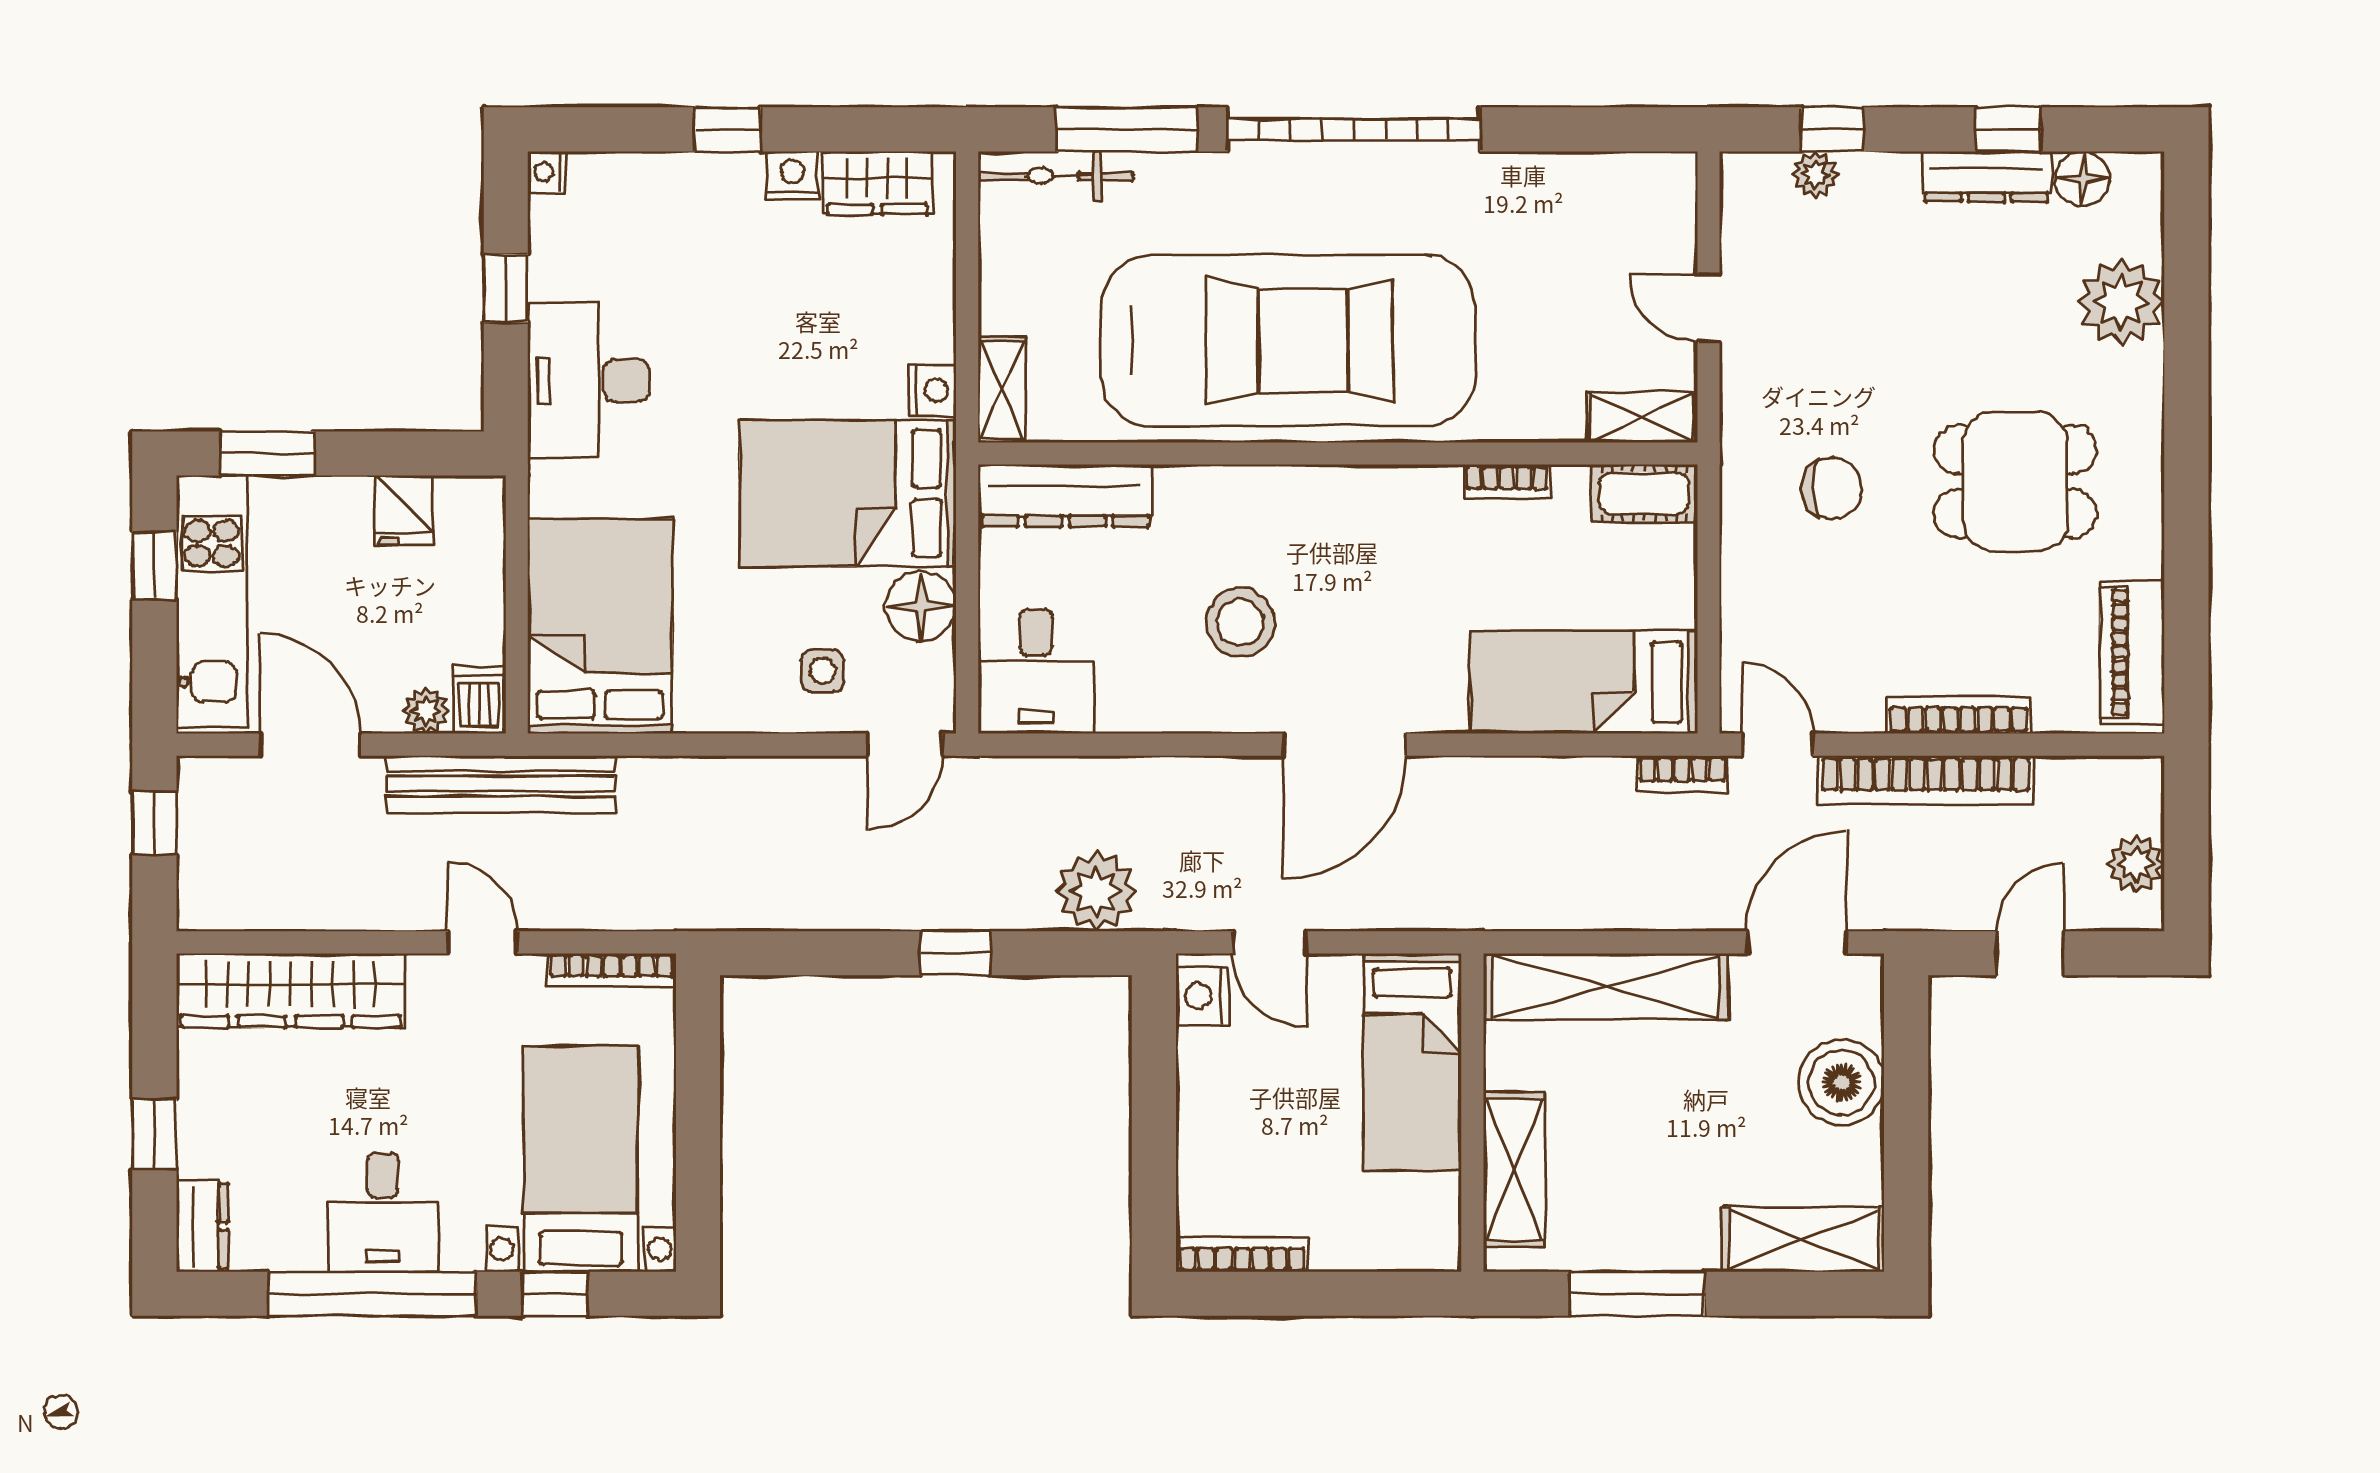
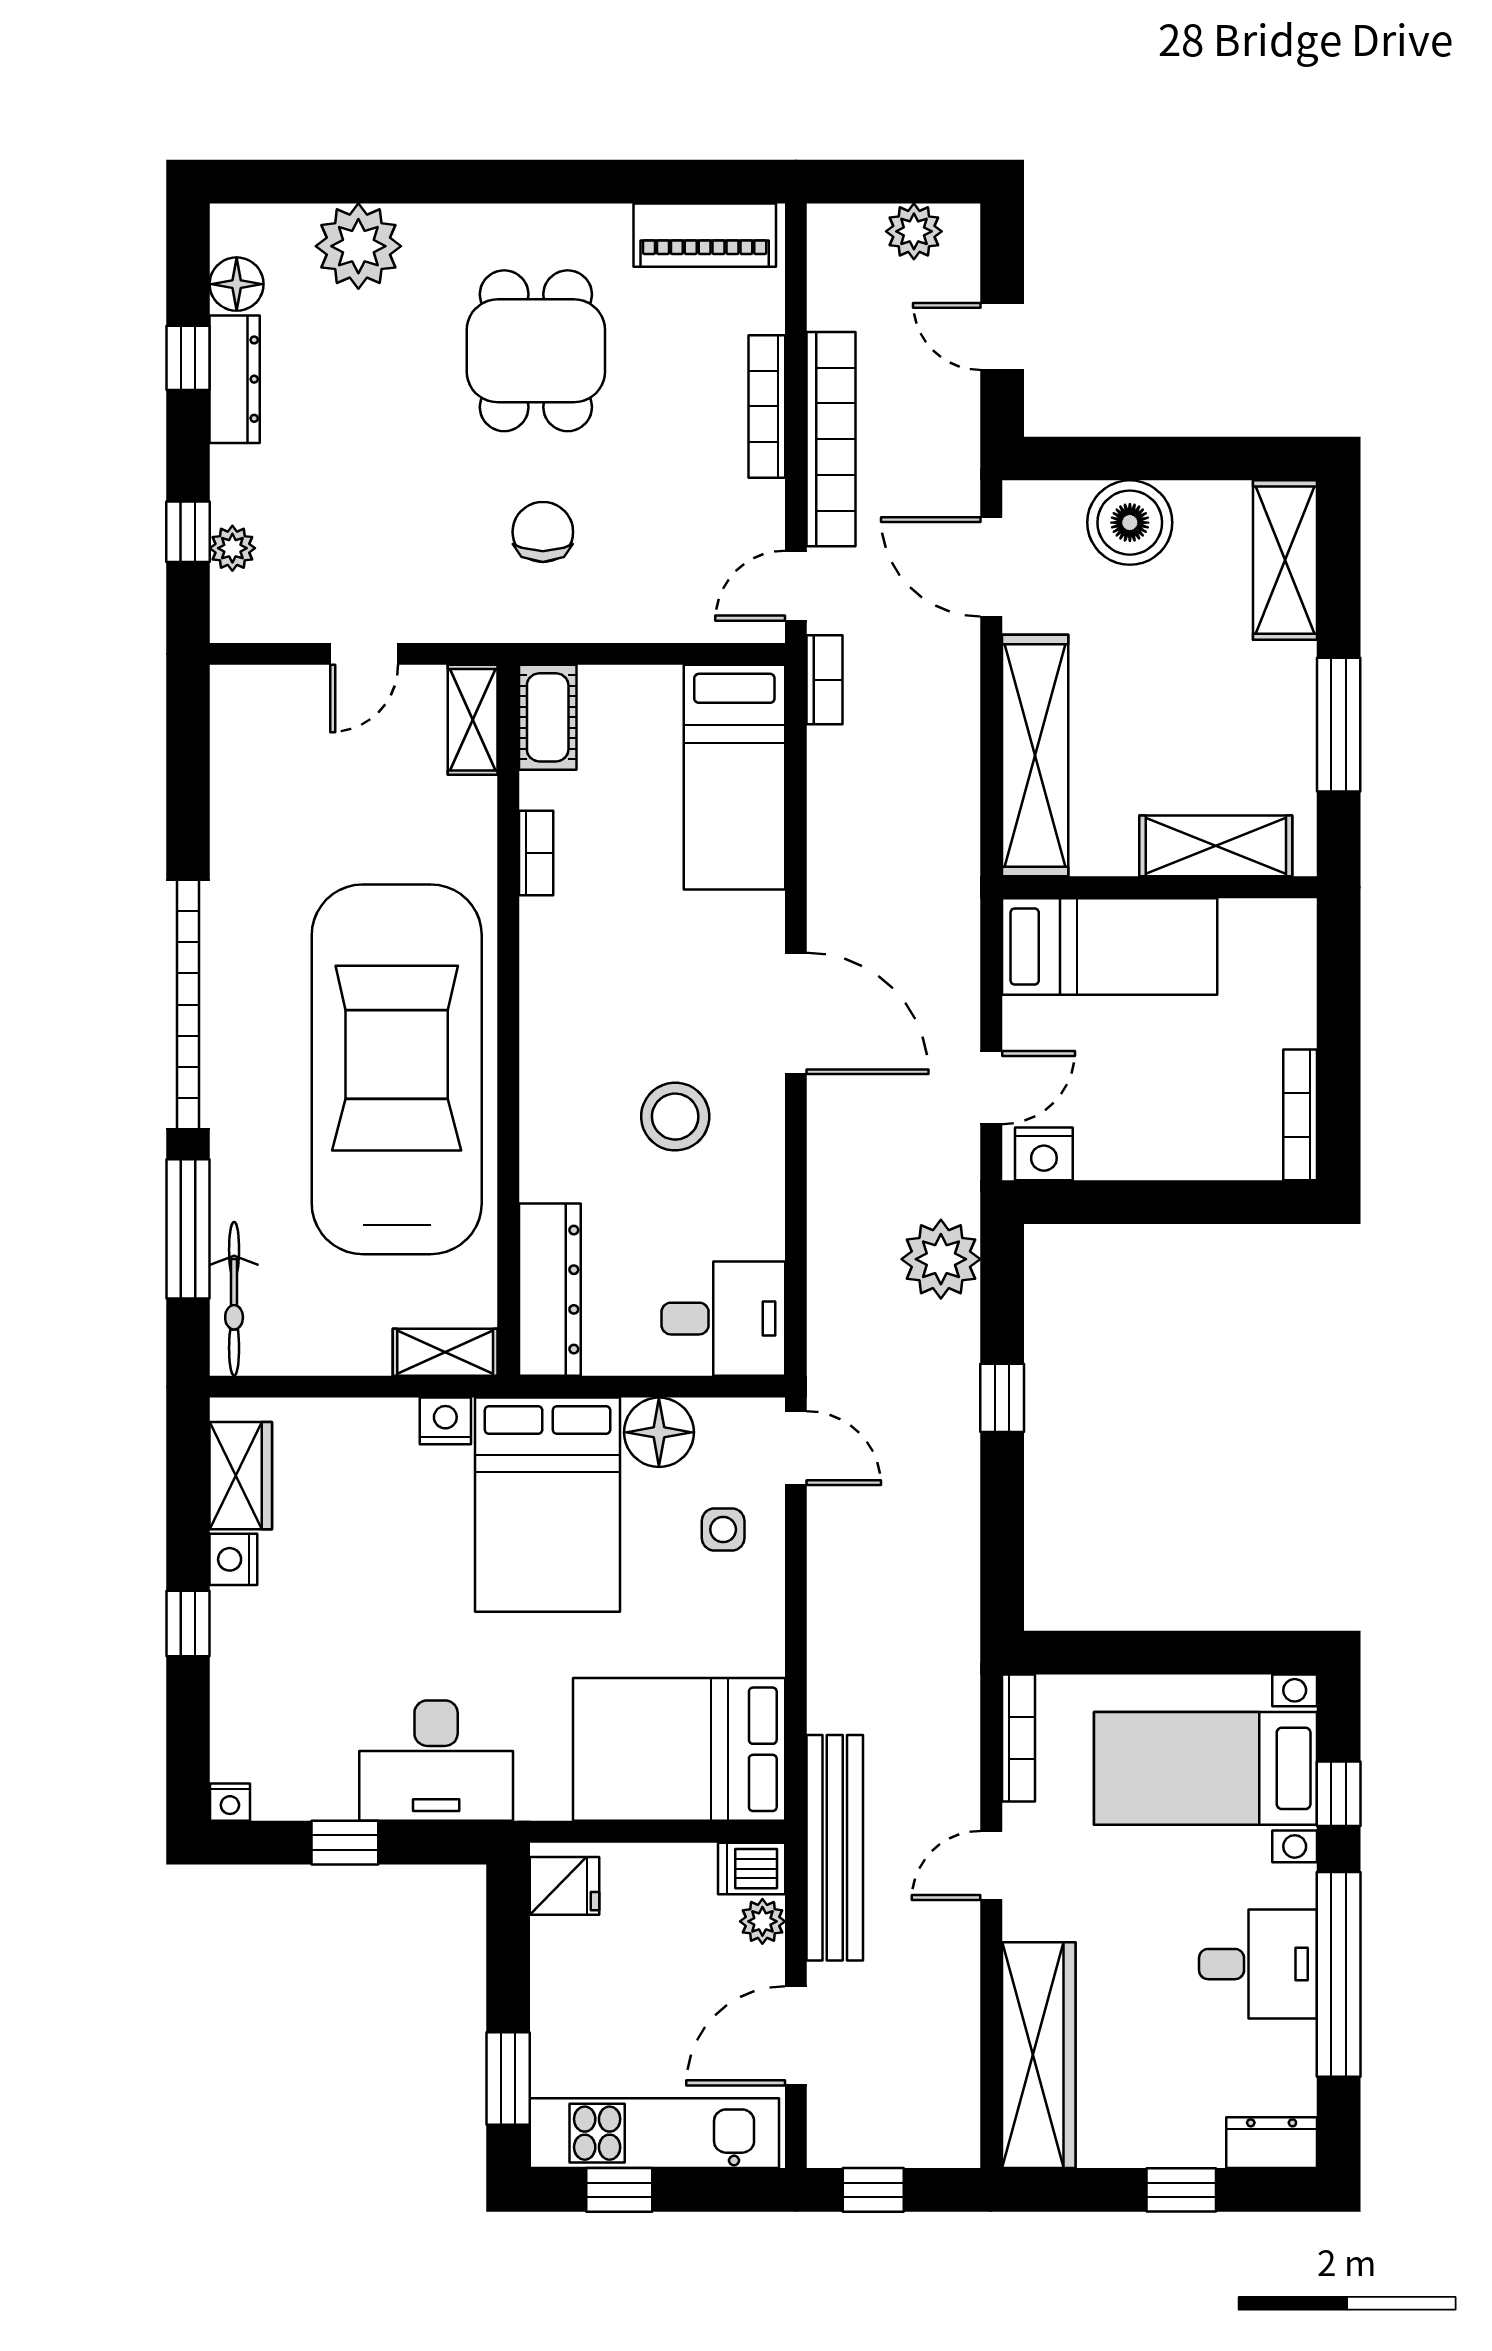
fridge: (404, 510) -> (565, 1886), moved

